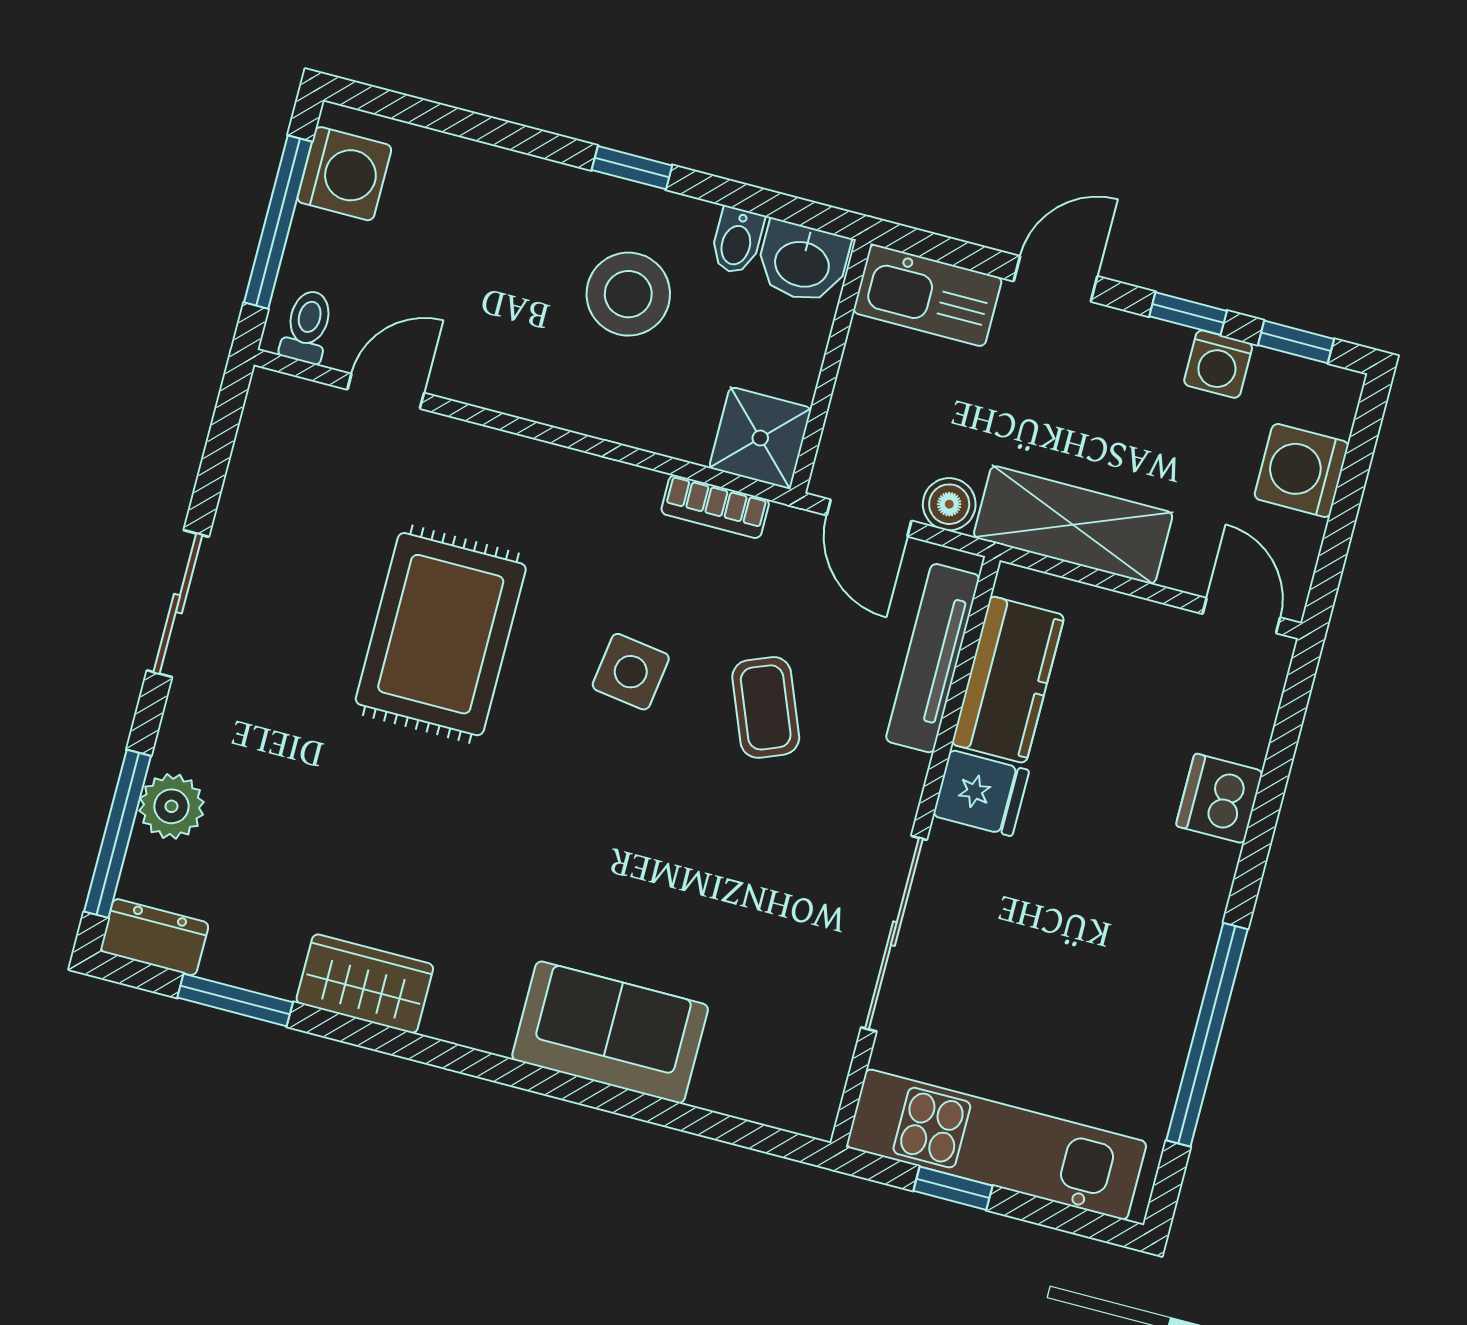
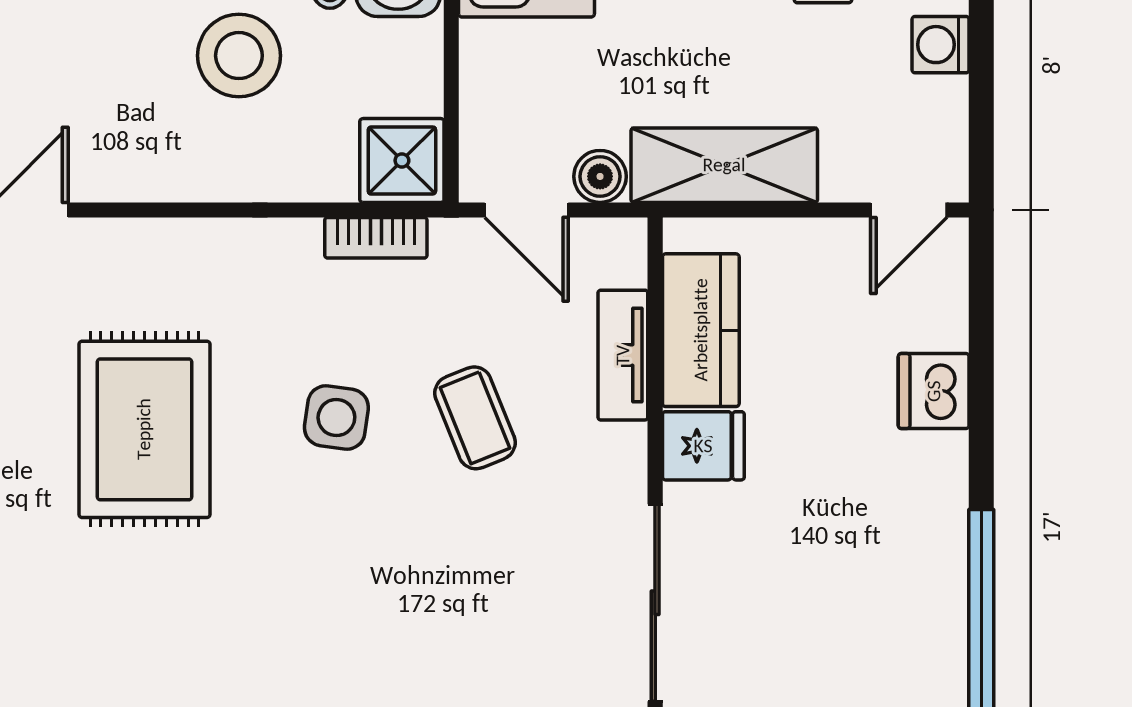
washing machine: (1301, 470) -> (941, 45), width x0.73, depth x0.73
door: (1241, 616) -> (909, 210), swing flipped
tv unit: (933, 658) -> (623, 355), width x0.71

